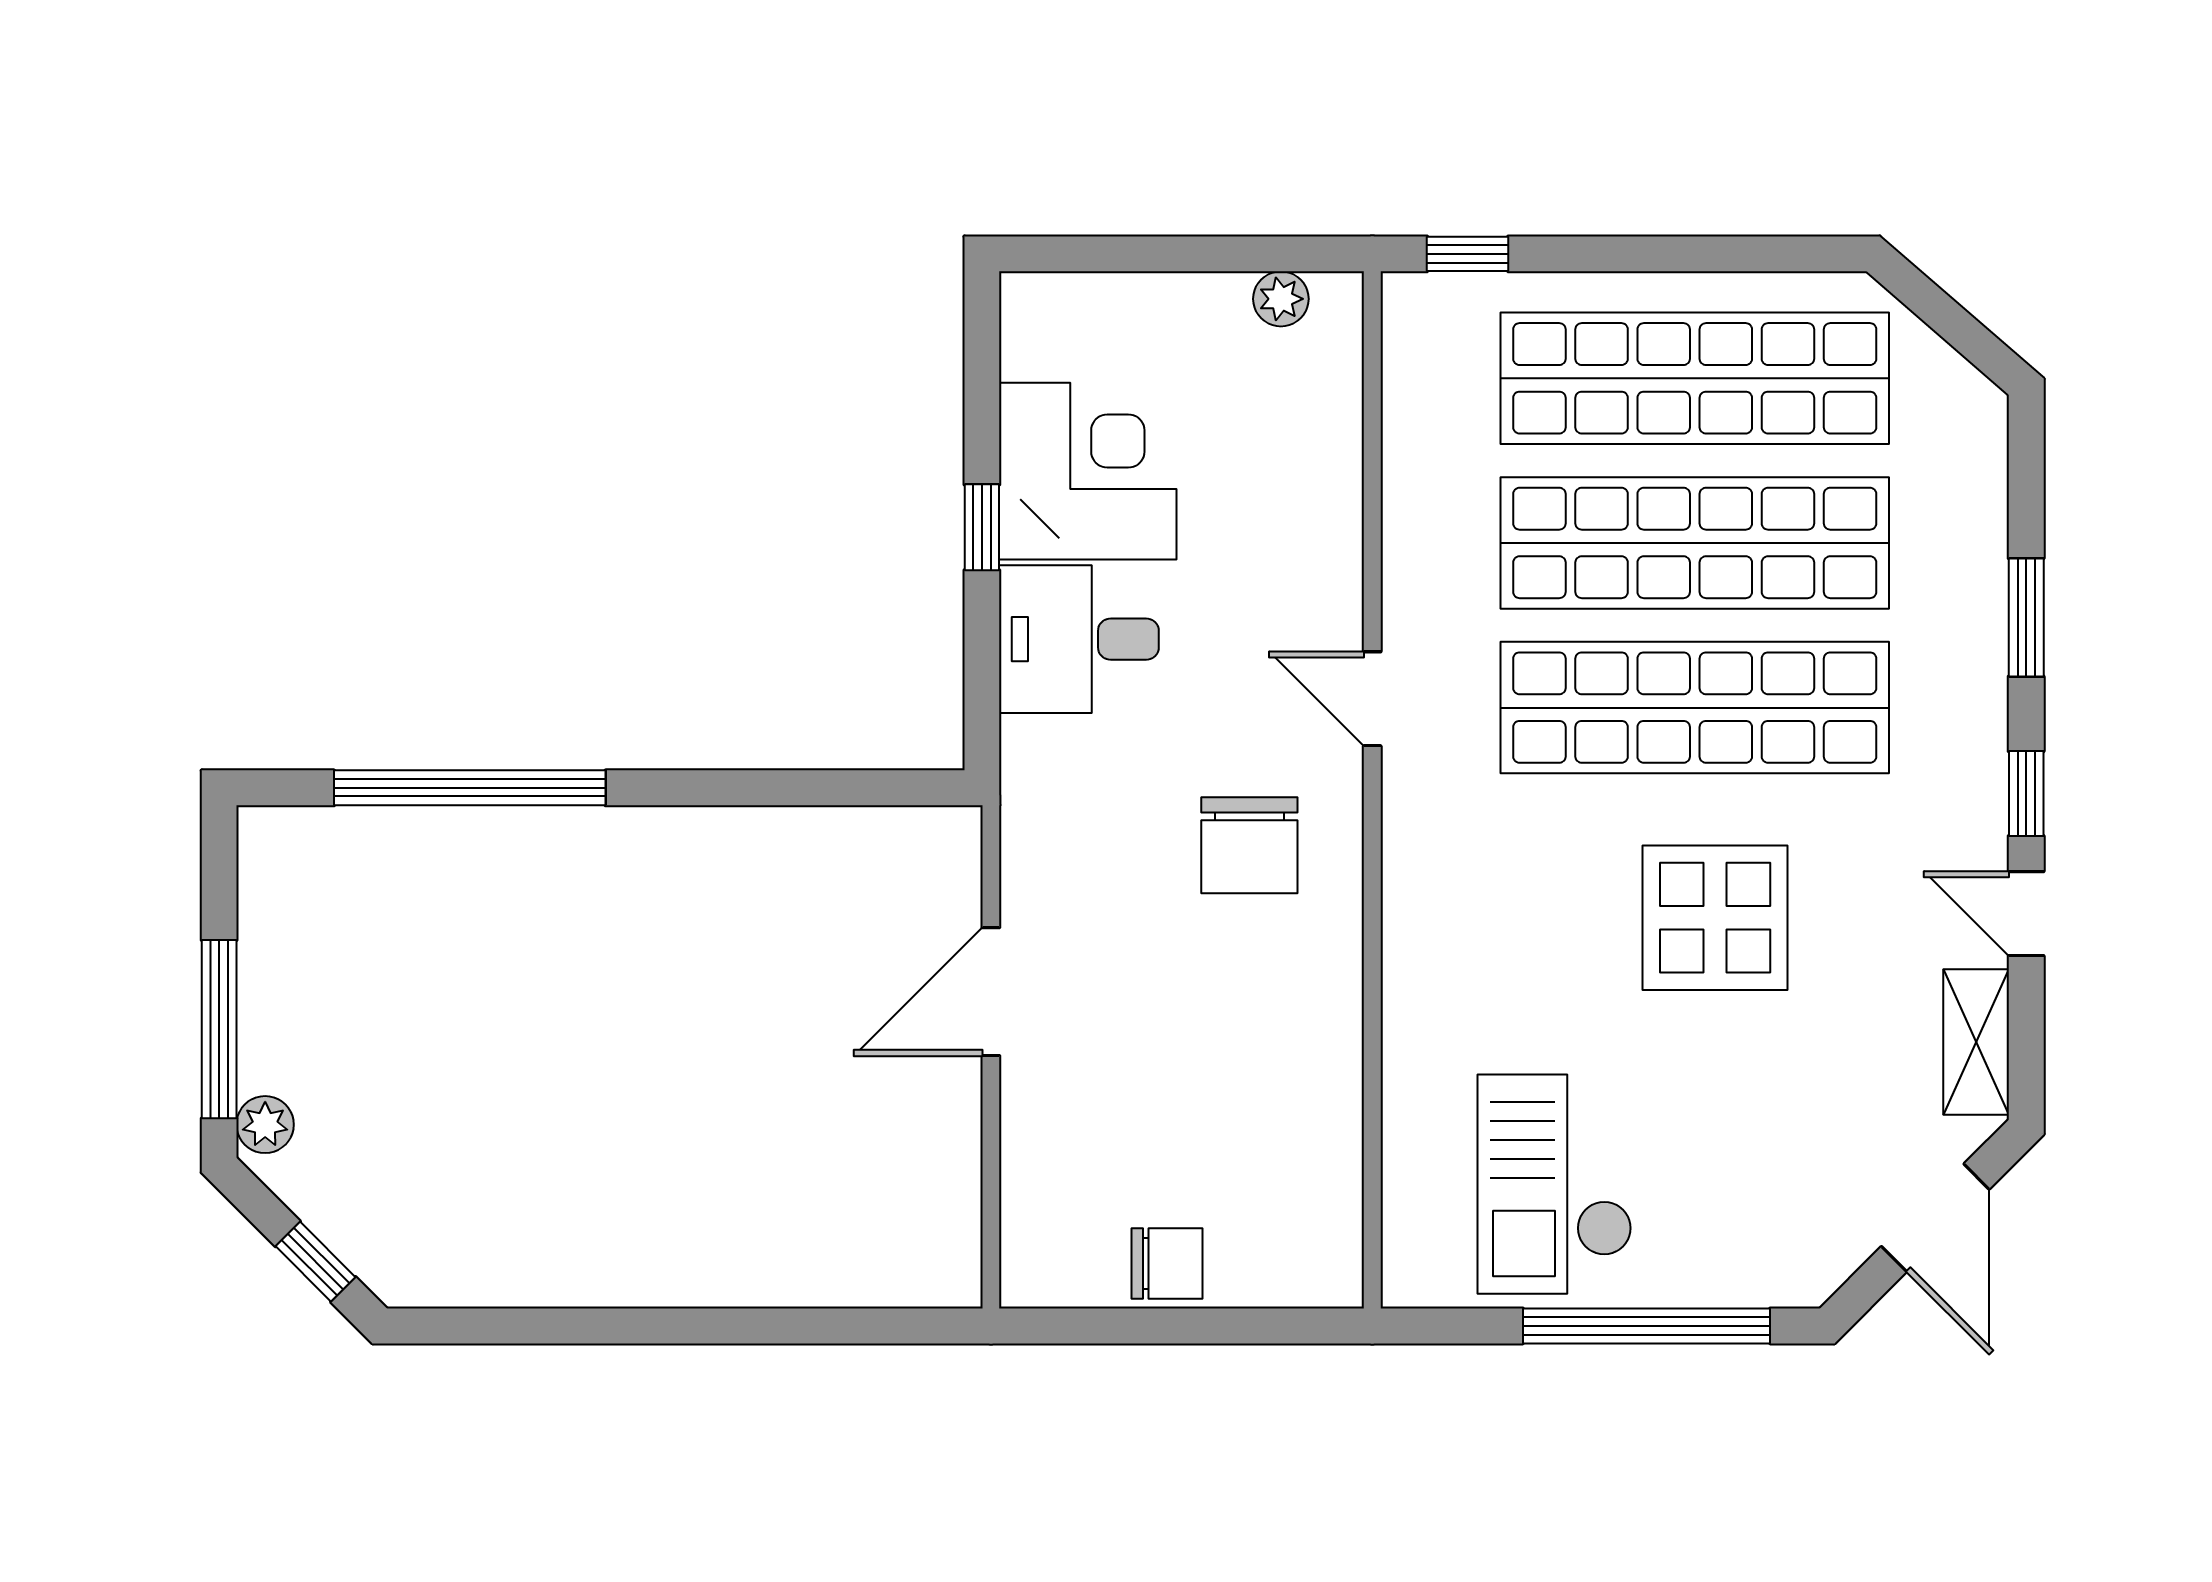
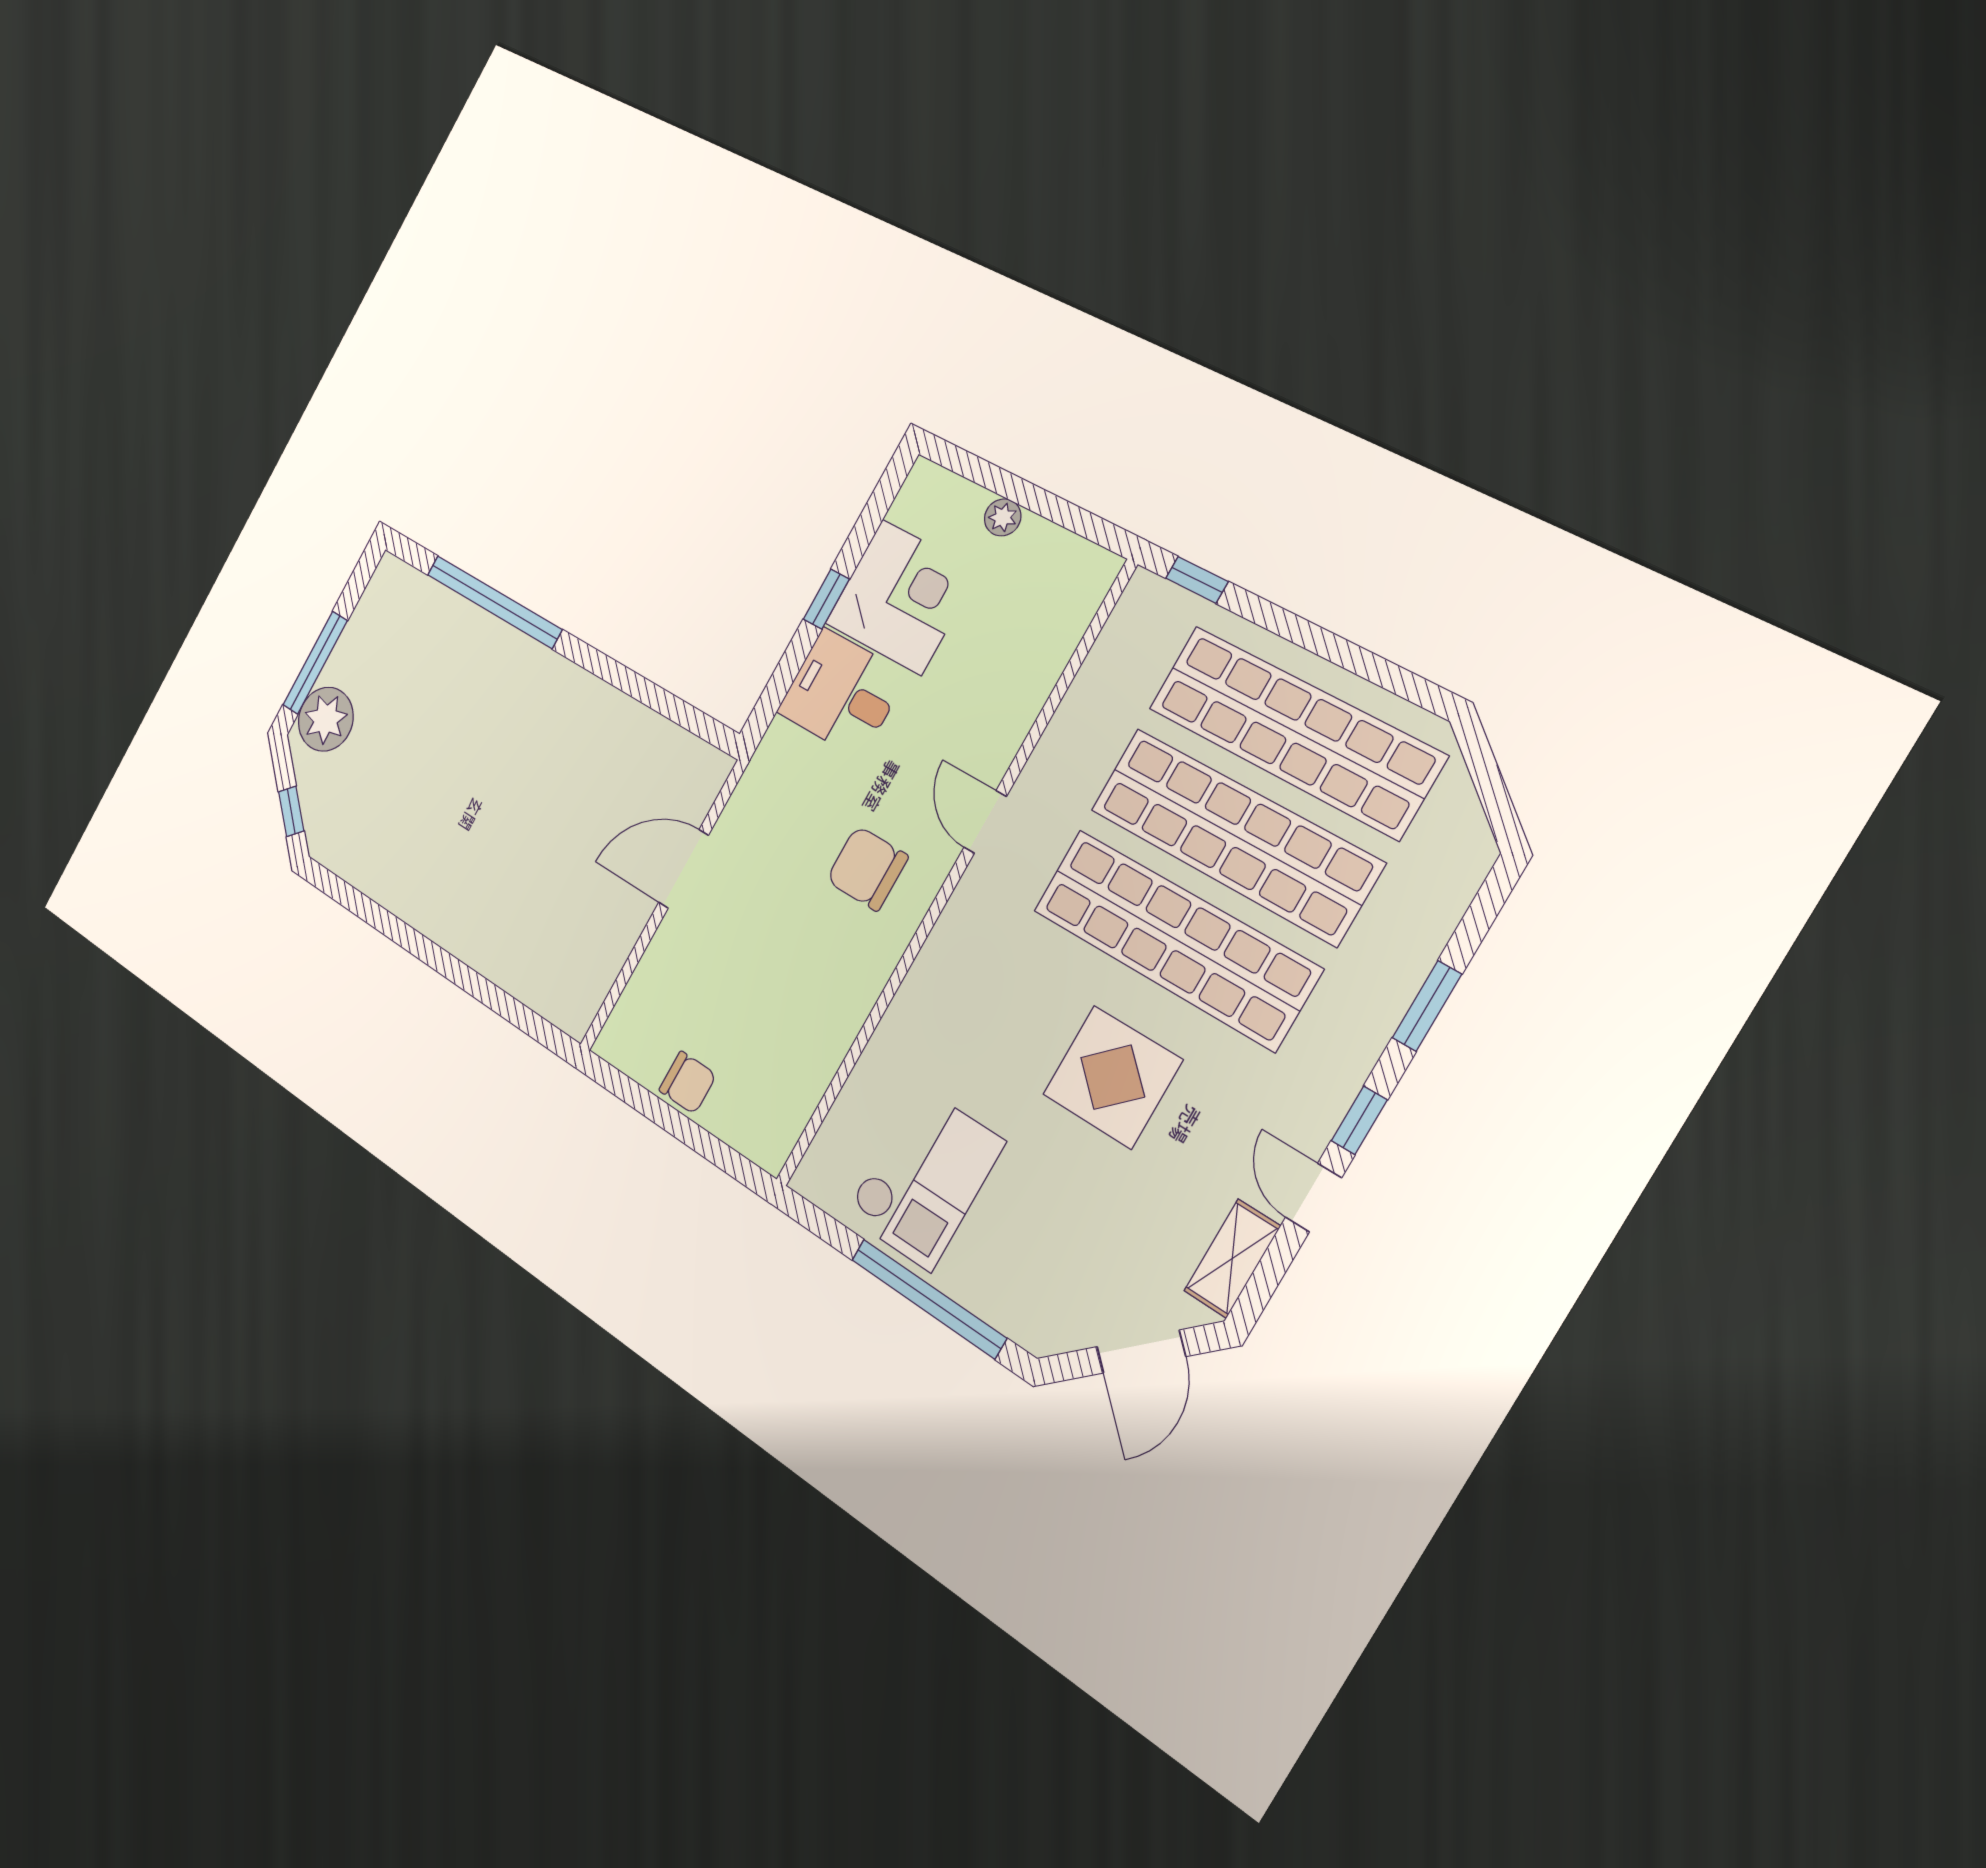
plant: (1281, 299) -> (1003, 517), moved
chair: (1249, 845) -> (867, 868), turned 90
plant: (265, 1125) -> (326, 719), width x1.88, depth x1.88
checkout: (1555, 1184) -> (924, 1178), turned 180

